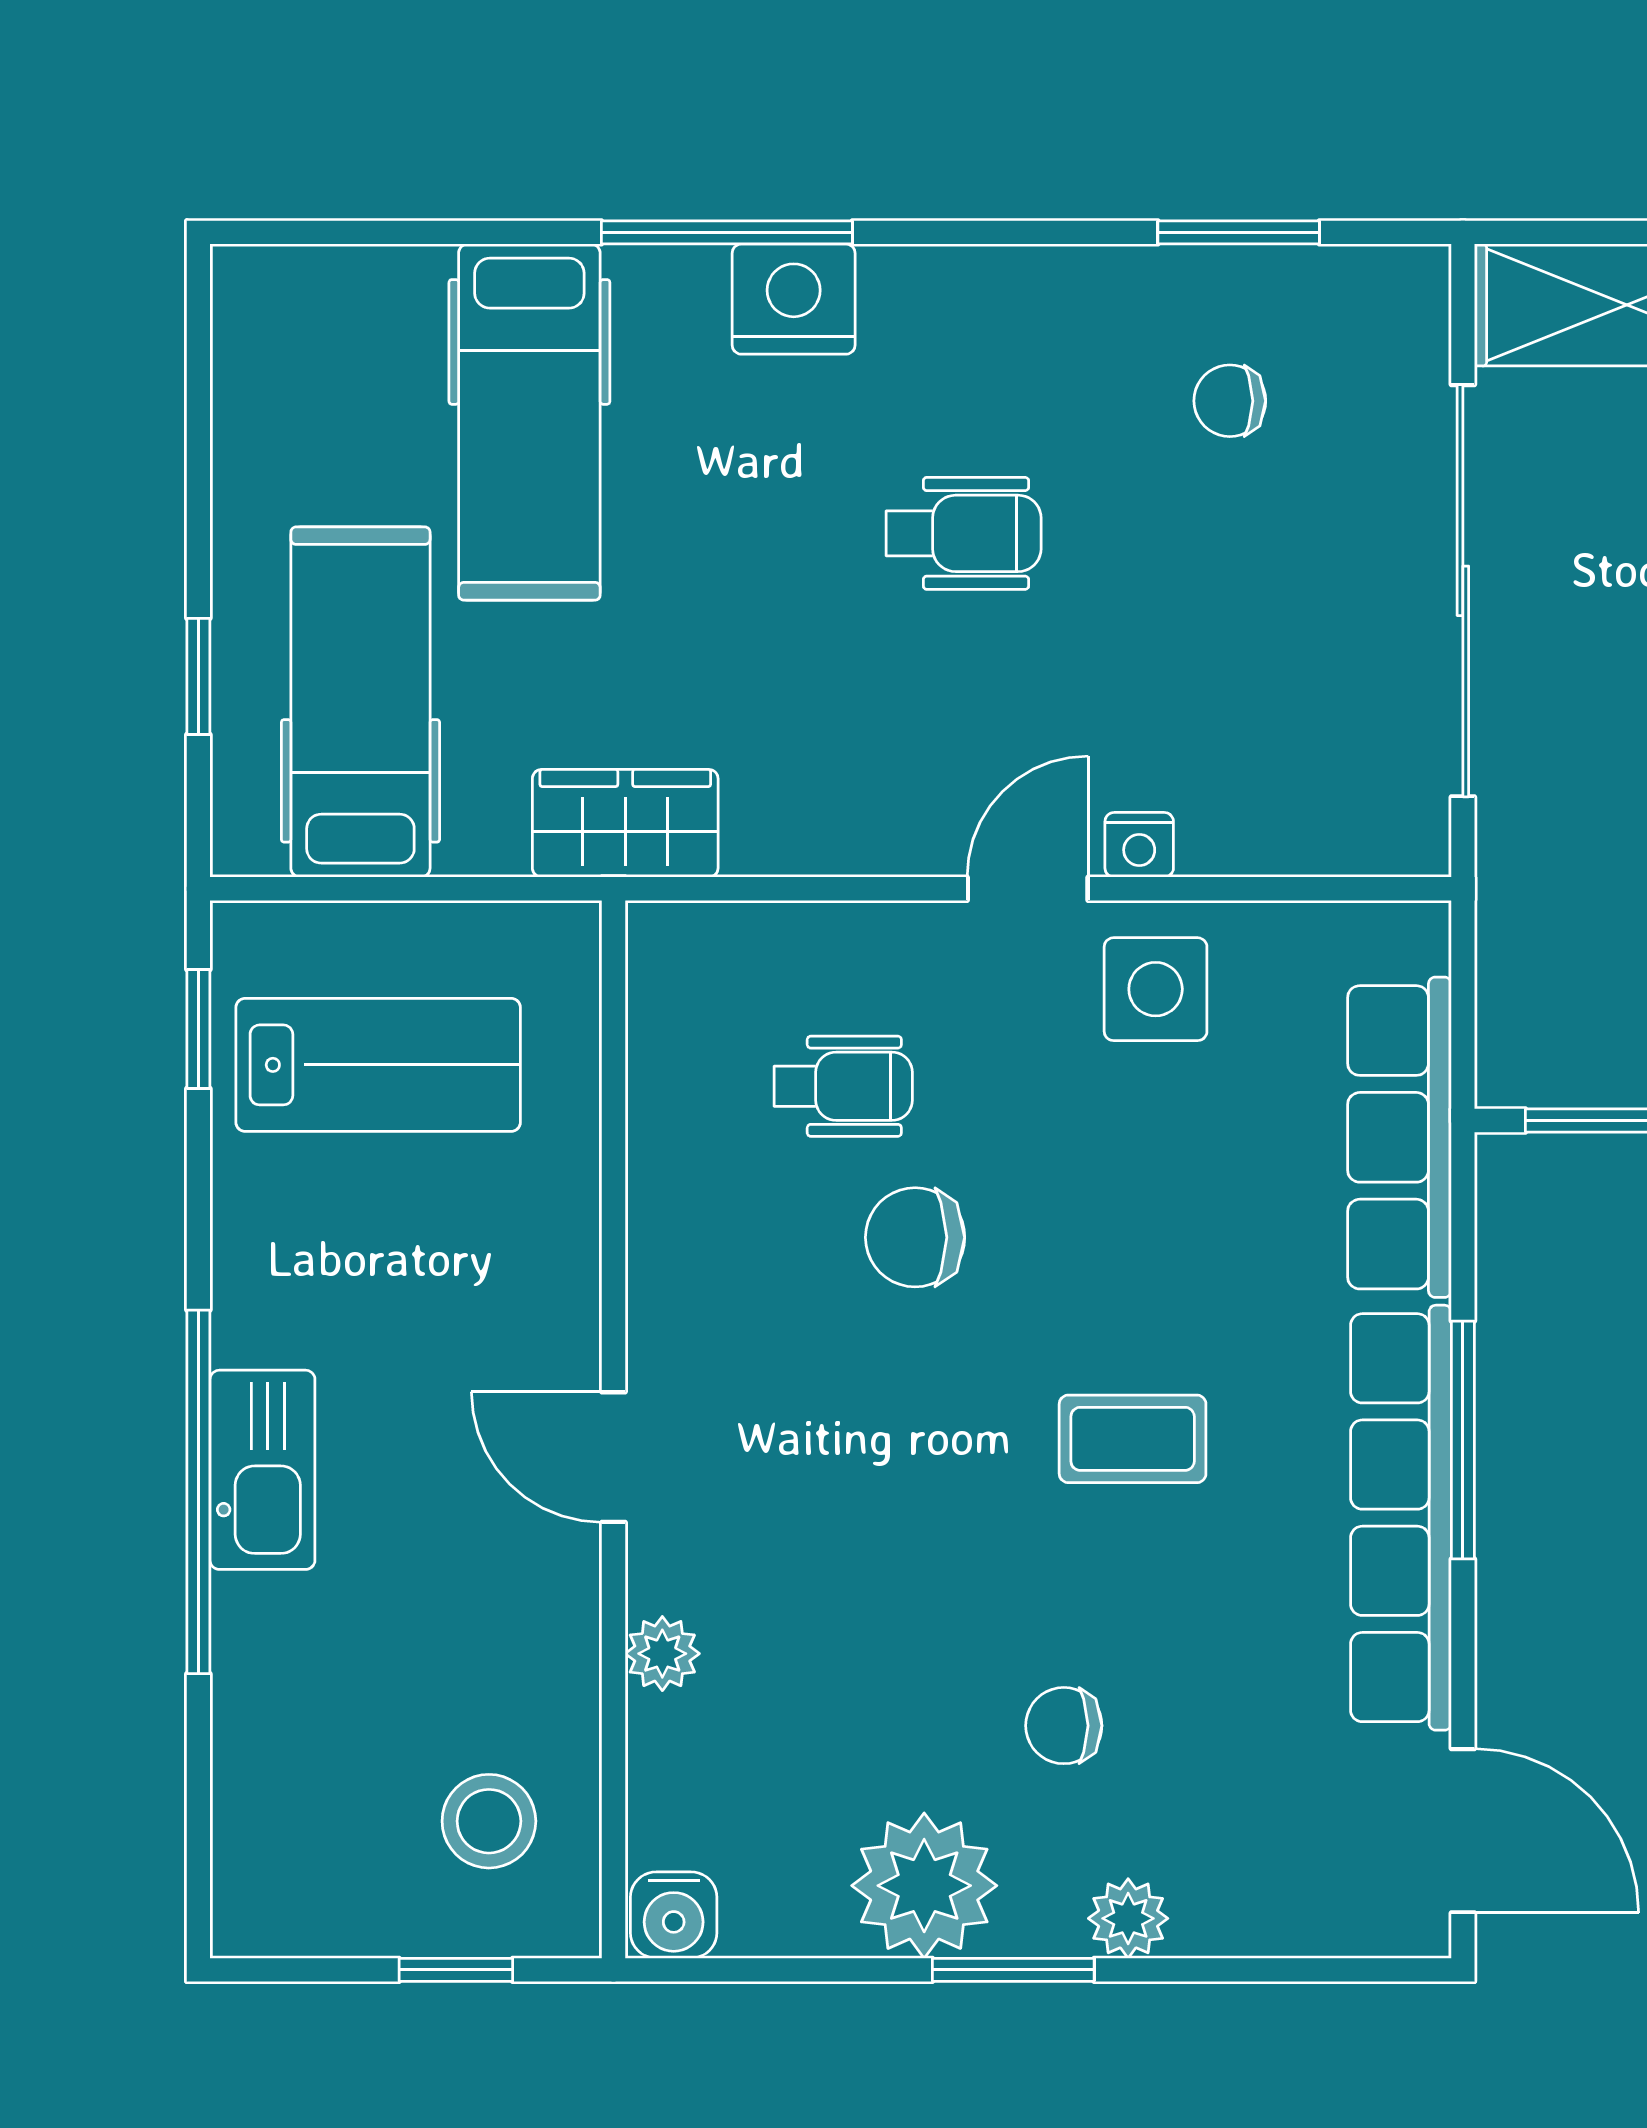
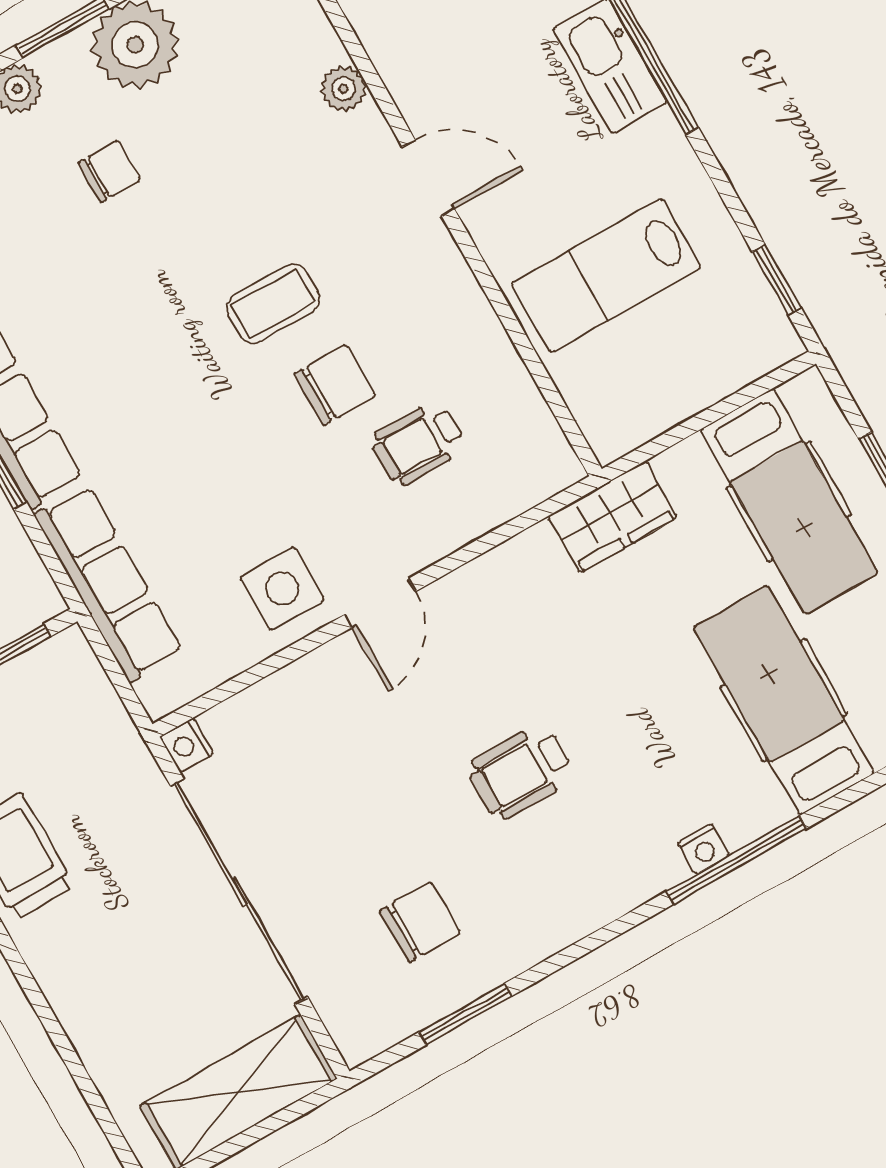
nightstand: (794, 299) -> (704, 849), width x0.53, depth x0.56
chair: (1230, 401) -> (420, 922), width x1.37, depth x1.37
nightstand: (1139, 845) -> (187, 745), moved, turned -90
lab bench: (378, 1065) -> (606, 275), moved
coffee table: (1133, 1439) -> (273, 304), moved

